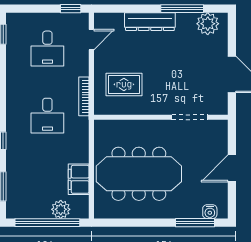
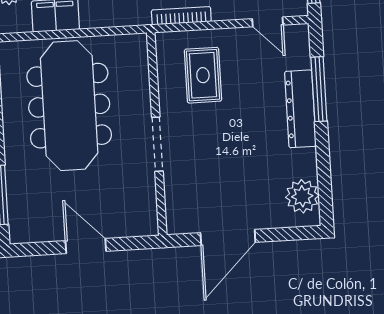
window: (182, 9) -> (319, 89), moved
doorway: (190, 117) -> (157, 144), moved
water cooler: (210, 212) -> (18, 216), removed

